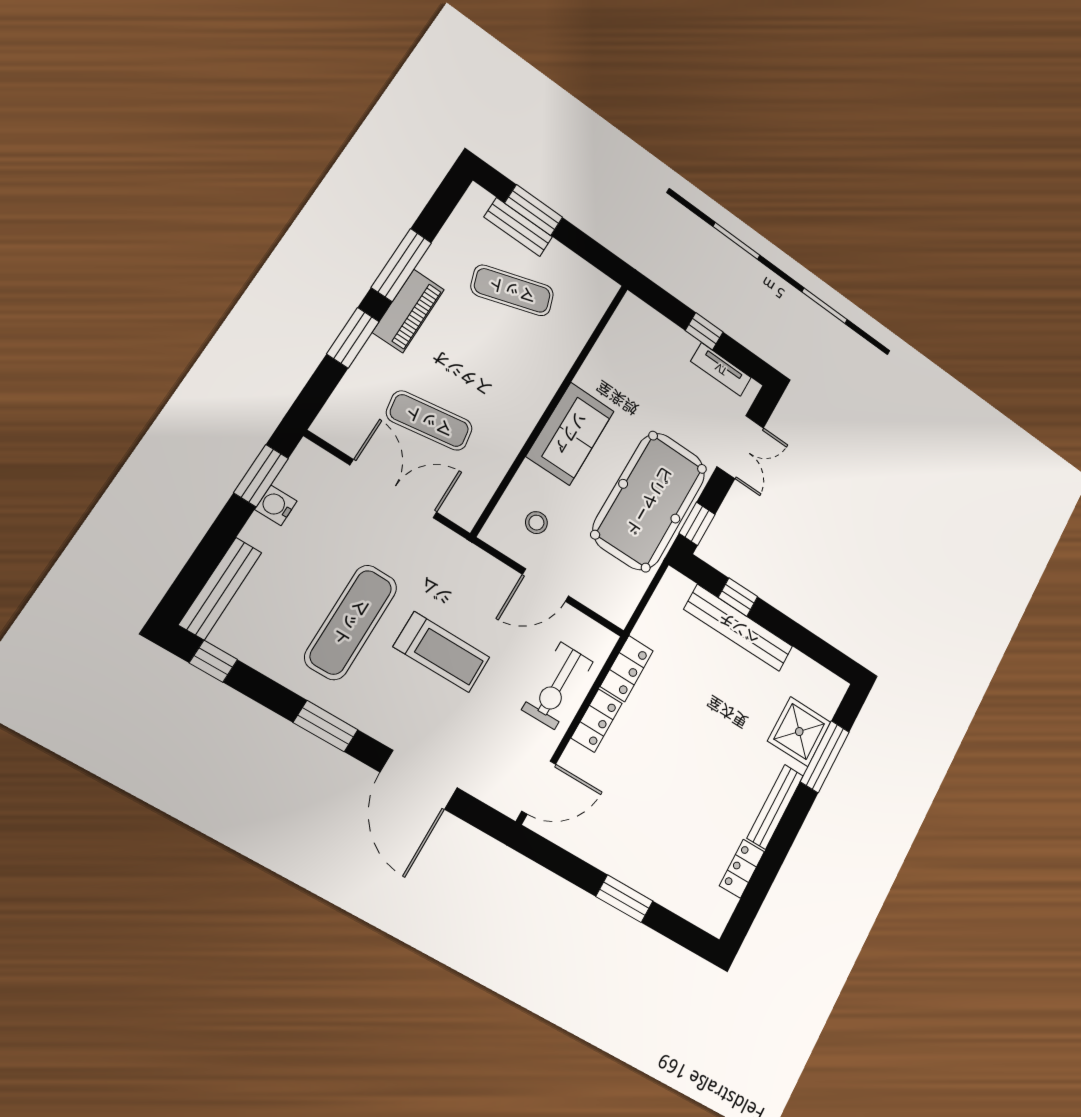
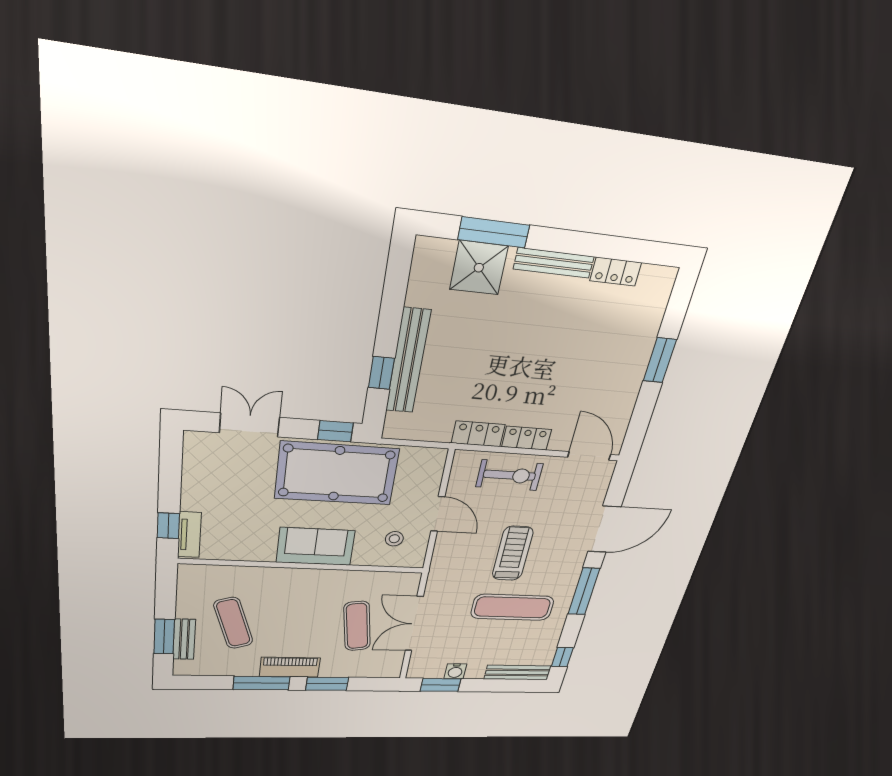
window: (704, 331) -> (168, 526), moved
tv unit: (721, 369) -> (189, 535), moved
window: (326, 726) -> (584, 591), width x1.44

